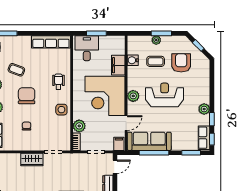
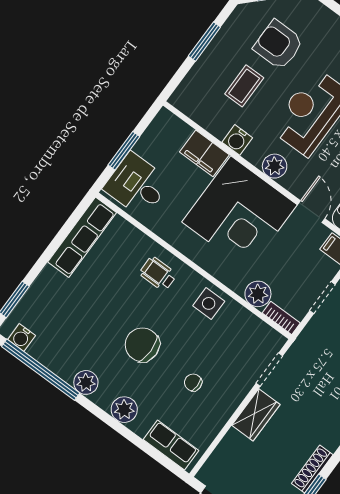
plant: (156, 40) -> (209, 58), removed
water cooler: (133, 60) -> (237, 140), moved
coffee table: (16, 70) -> (86, 330), removed

